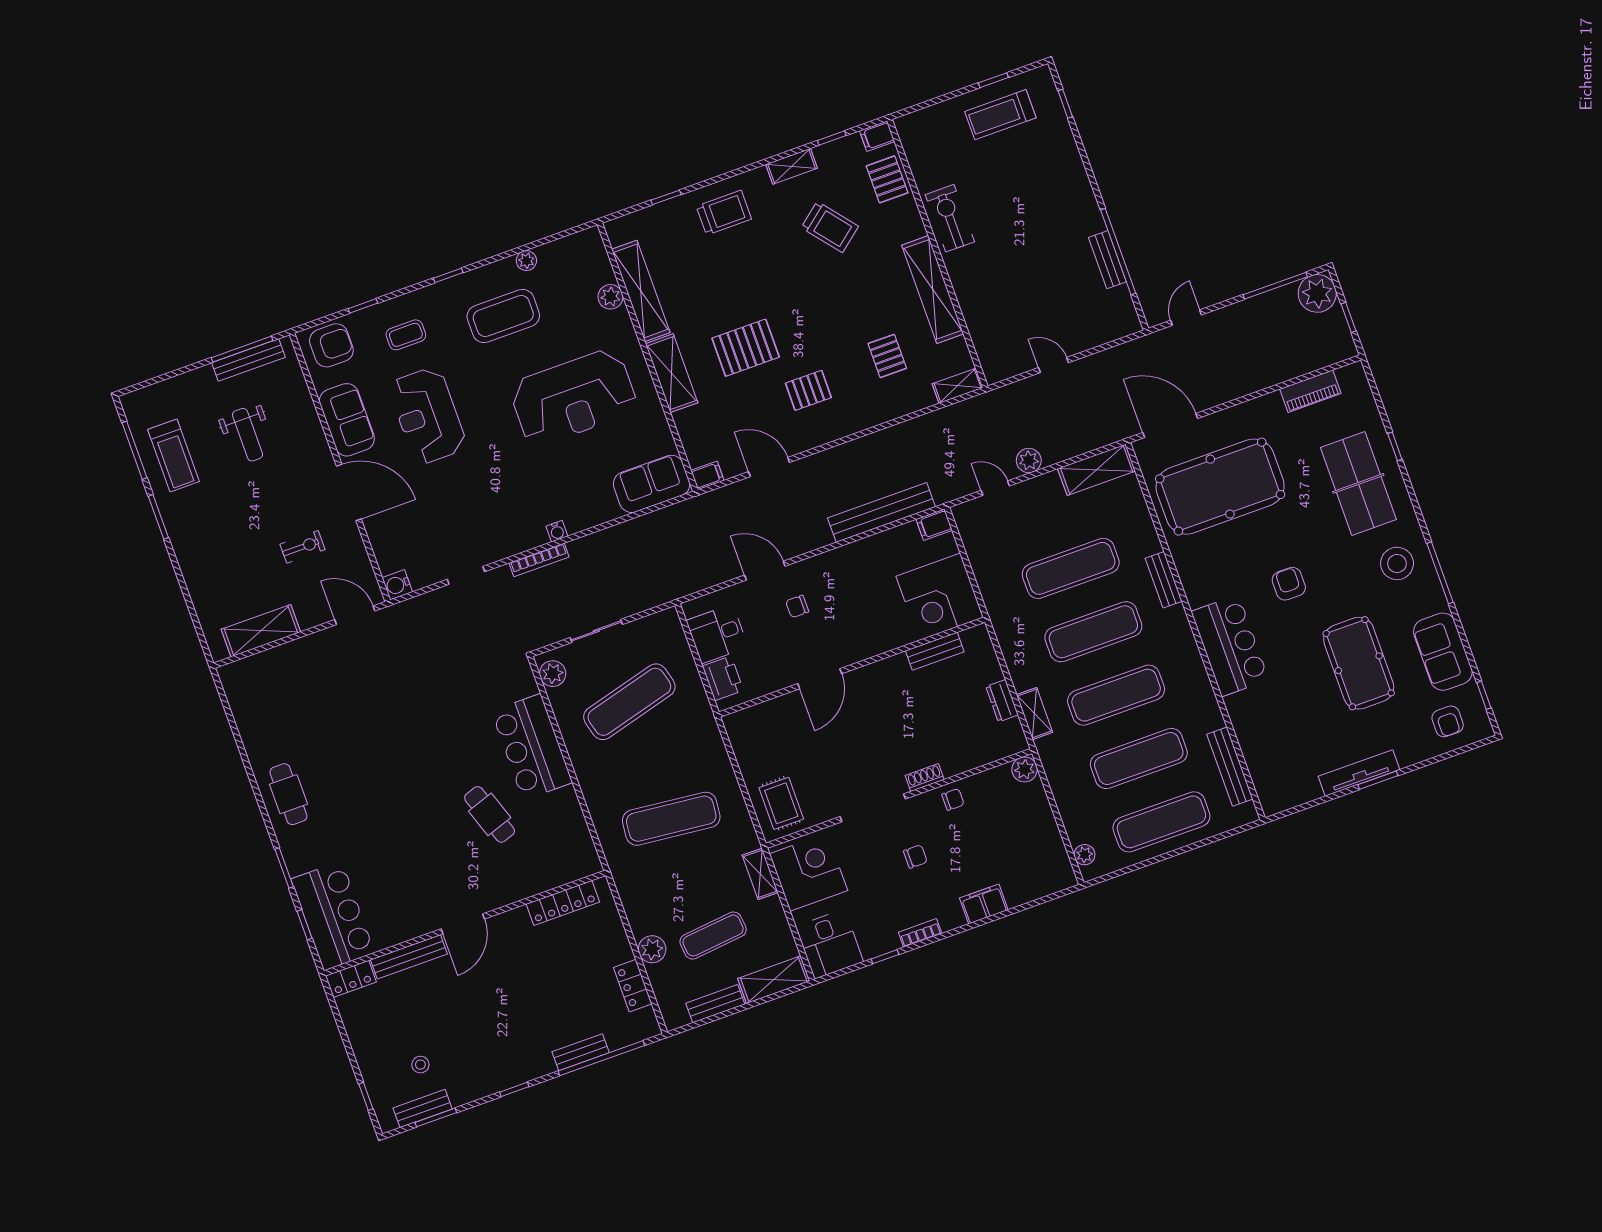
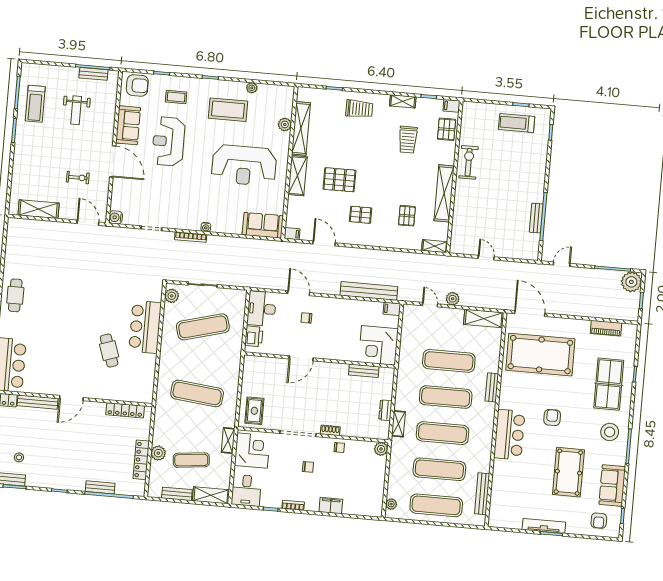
trolley: (830, 227) -> (408, 140), turned 39
bench: (249, 360) -> (93, 74), width x0.73
desk: (717, 634) -> (262, 309), width x1.37
locker: (633, 986) -> (141, 460), width x1.53

